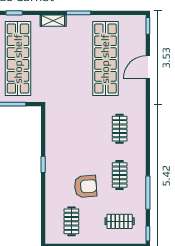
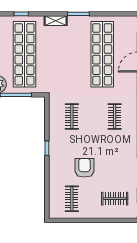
clothes rail: (120, 175) -> (72, 117), moved
armchair: (86, 186) -> (84, 168), turned -86

